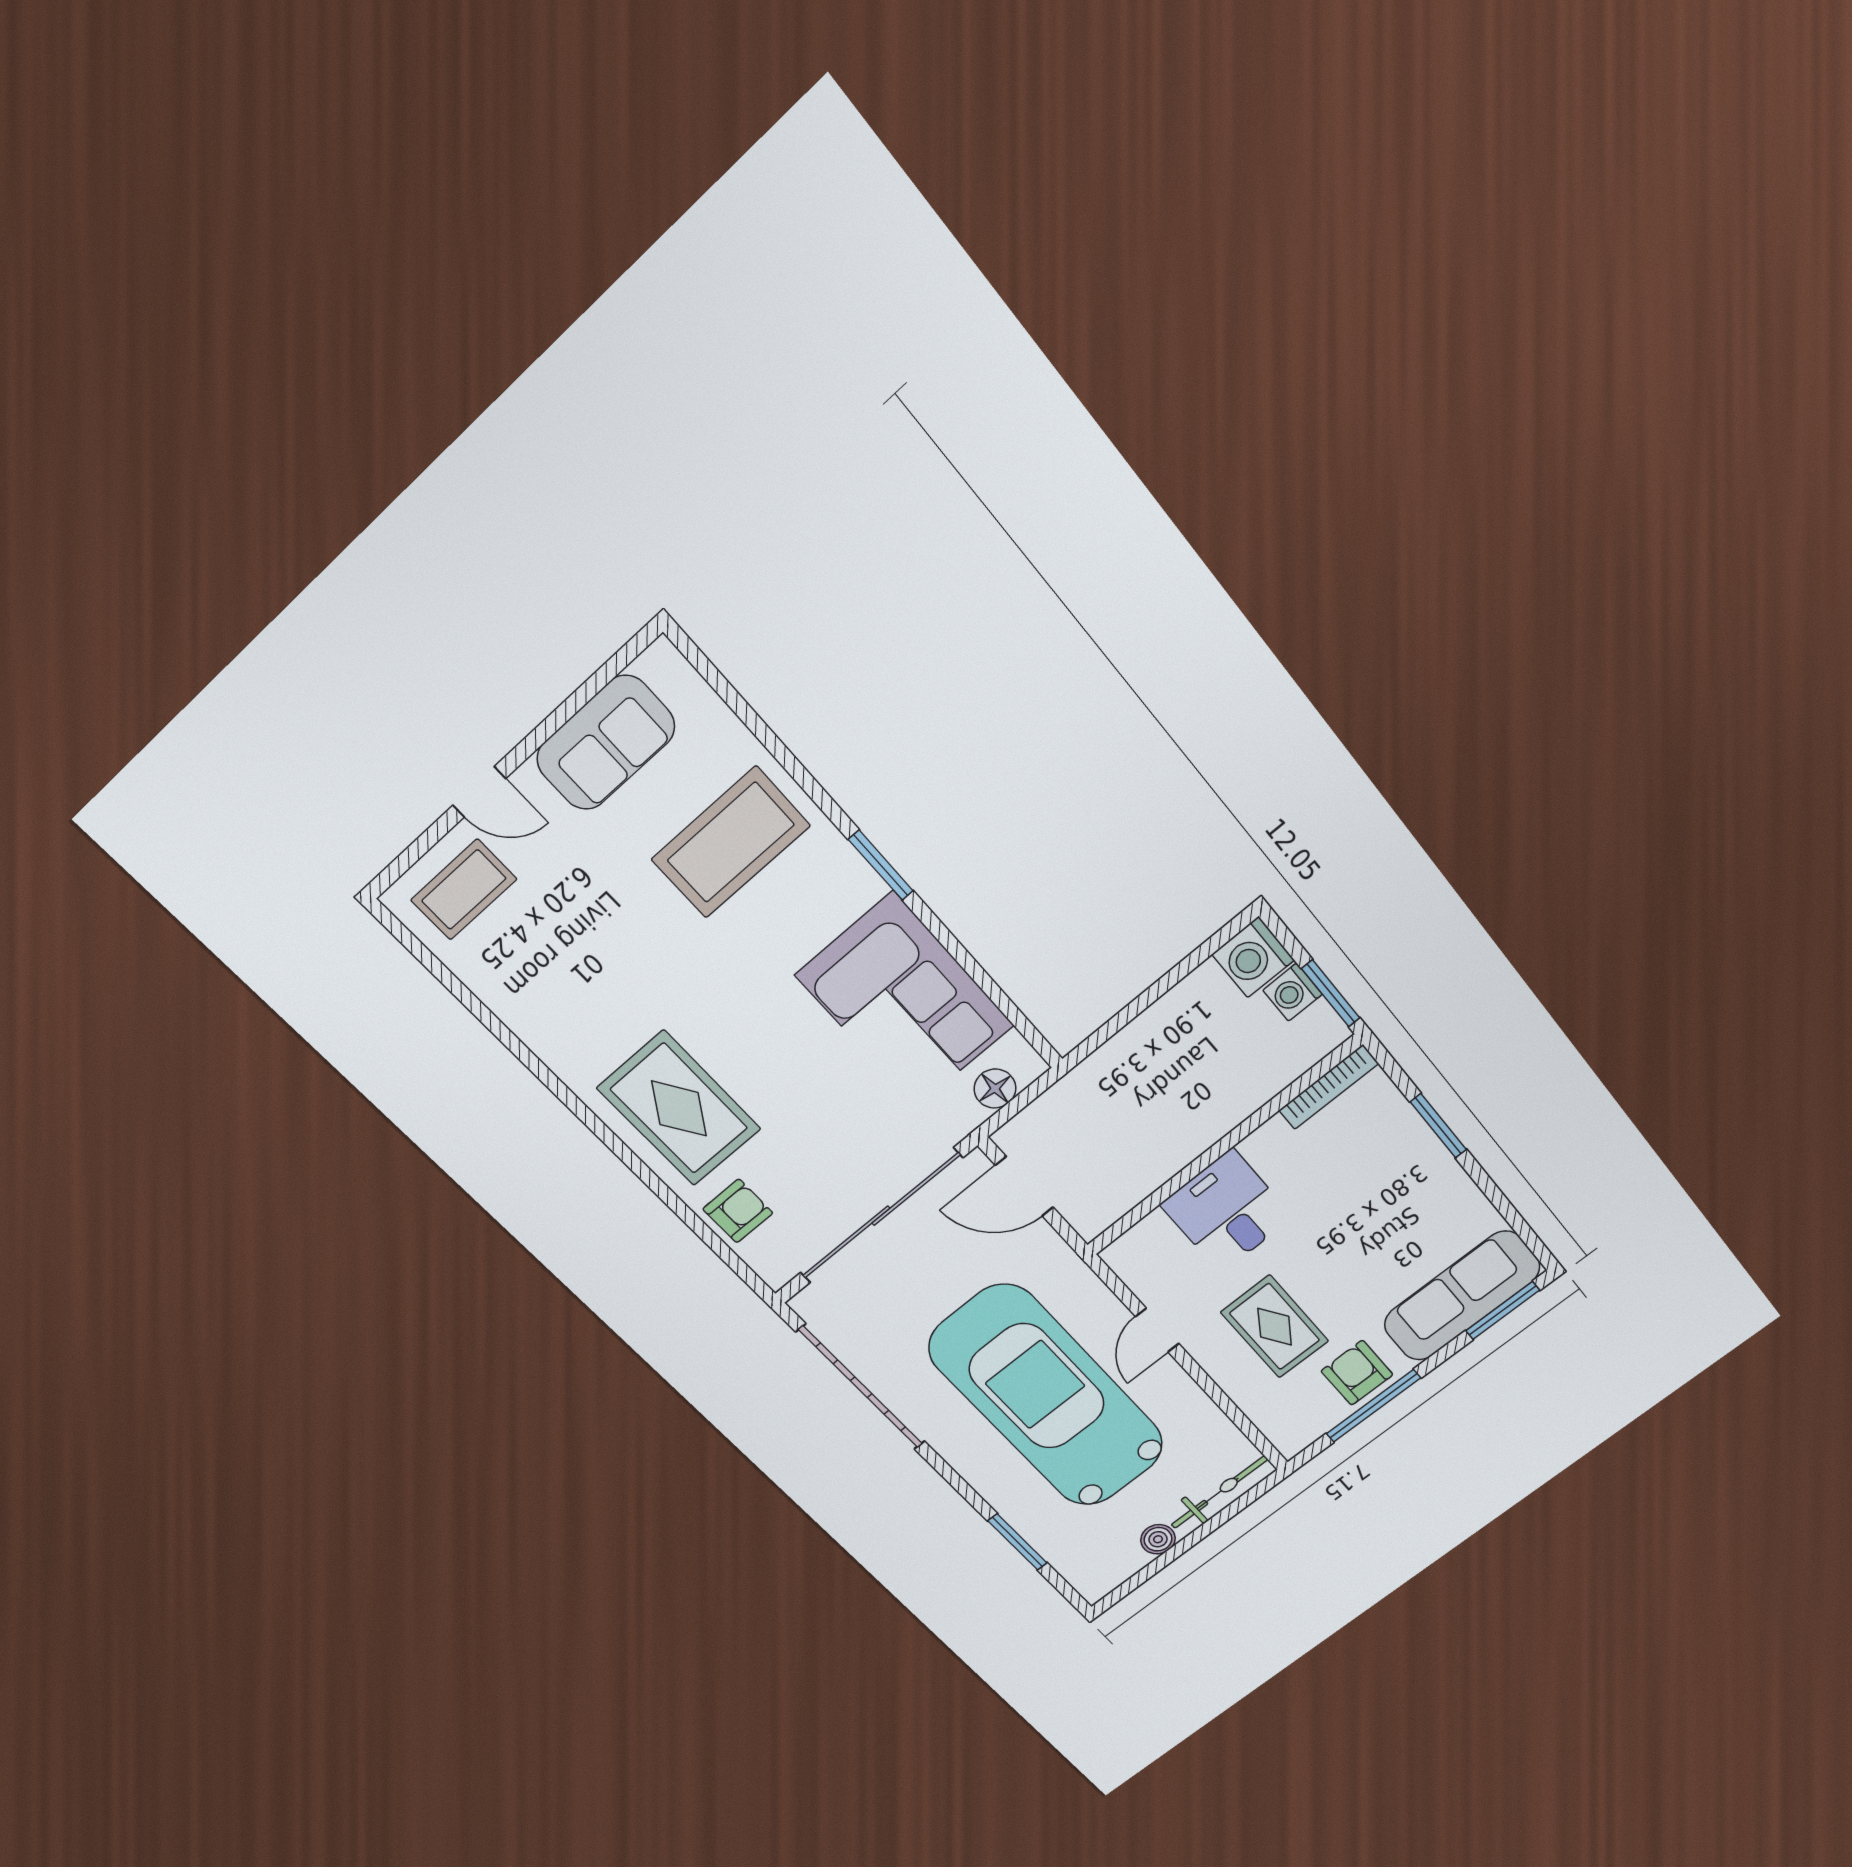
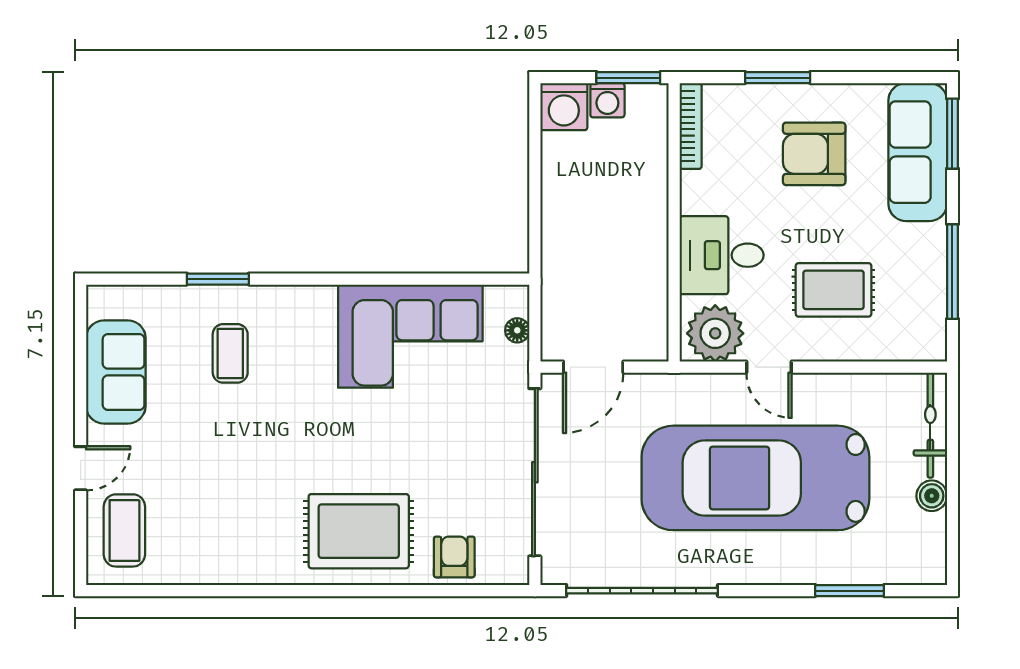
coffee table: (731, 842) -> (230, 353), width x0.54, depth x0.58
window: (881, 865) -> (218, 279), moved
floor lamp: (995, 1089) -> (517, 330), width x0.73, depth x0.73
plant: (1149, 1263) -> (715, 333), added
armchair: (1357, 1373) -> (814, 154), moved, width x1.38, depth x1.38

